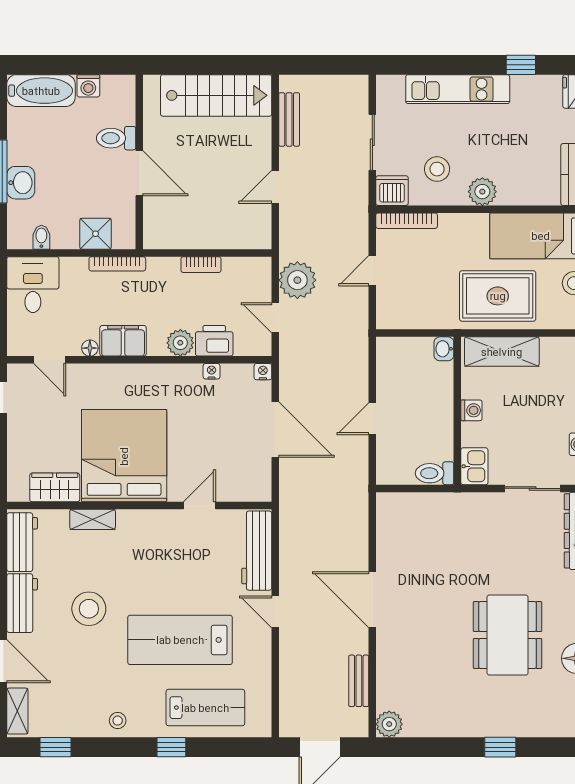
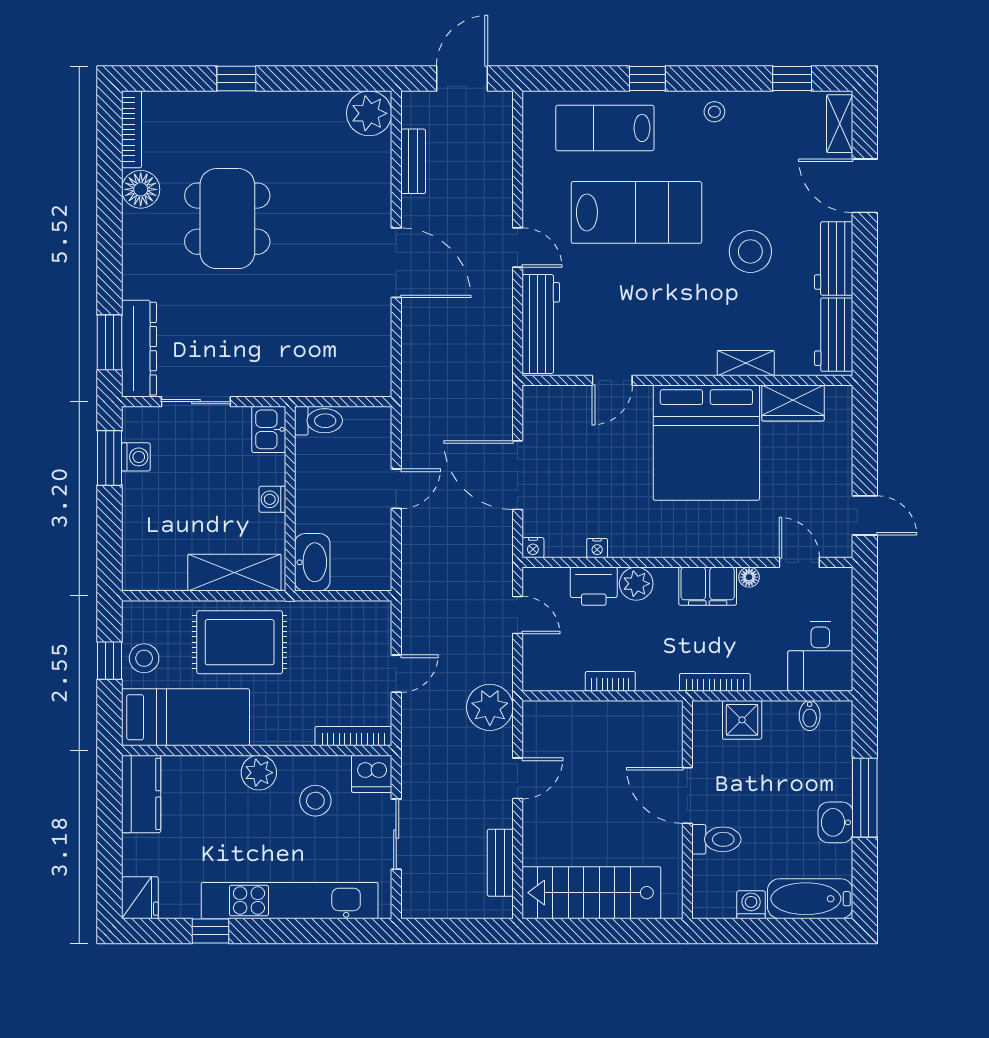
kitchen unit: (458, 89) -> (290, 901), width x1.36
washbasin: (21, 183) -> (835, 822), moved
plant: (297, 280) -> (490, 707), moved
washbasin: (444, 349) -> (312, 562), width x1.91, depth x1.45
plant: (389, 724) -> (369, 113), width x1.36, depth x1.36

